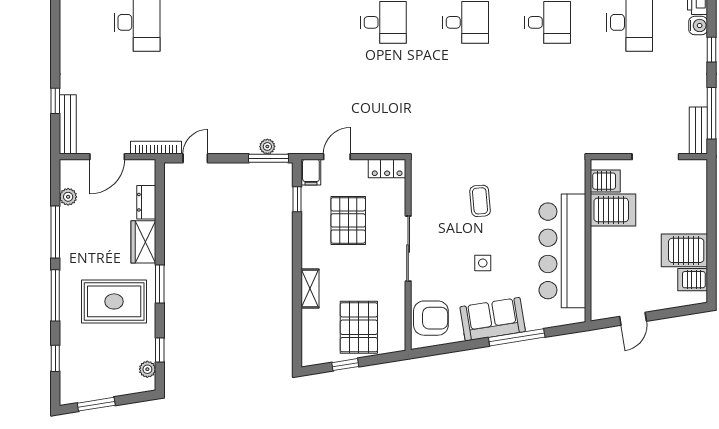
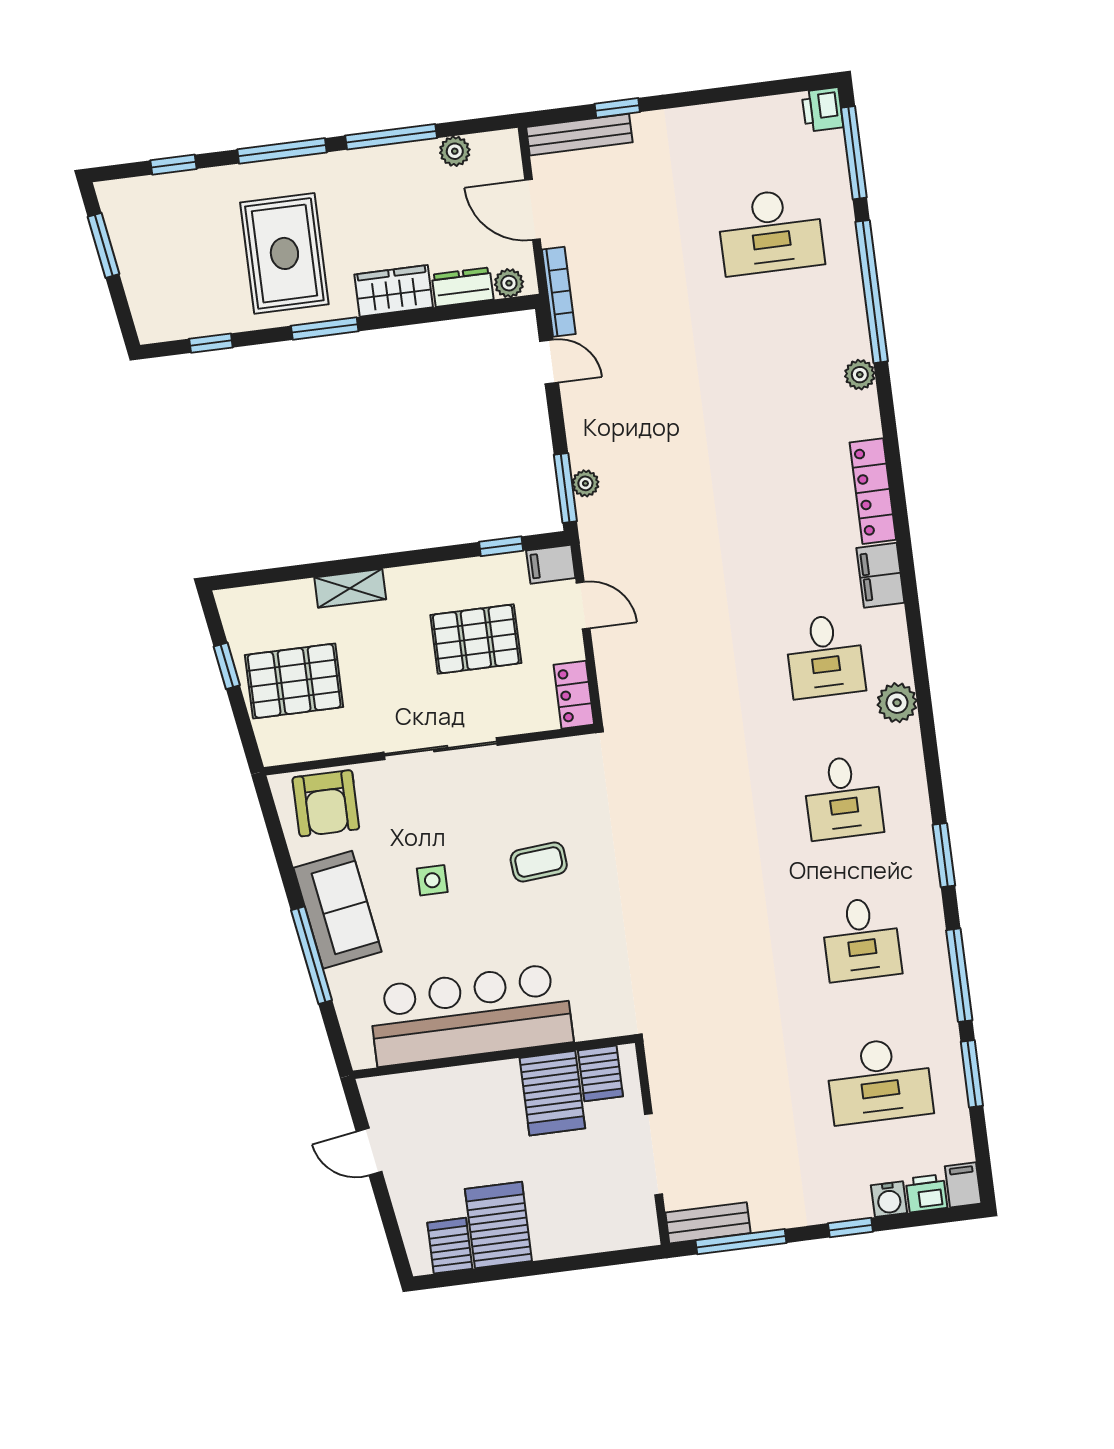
plant: (147, 369) -> (509, 283), moved

